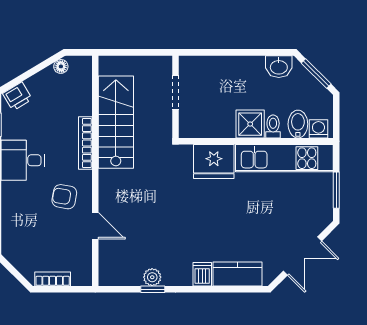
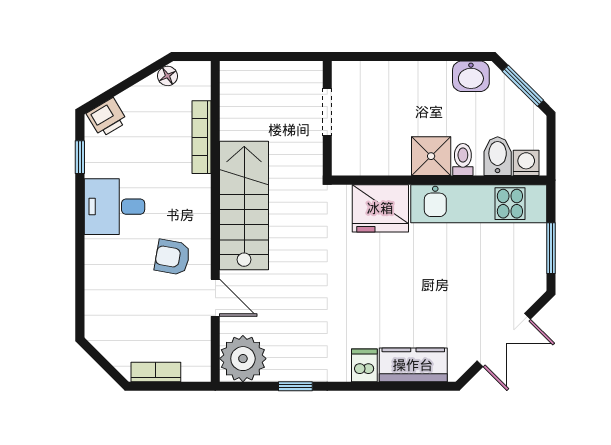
stairs: (116, 122) -> (244, 206), moved
bookcase: (85, 143) -> (202, 137), moved
plant: (152, 277) -> (243, 359), moved, width x1.88, depth x1.88

